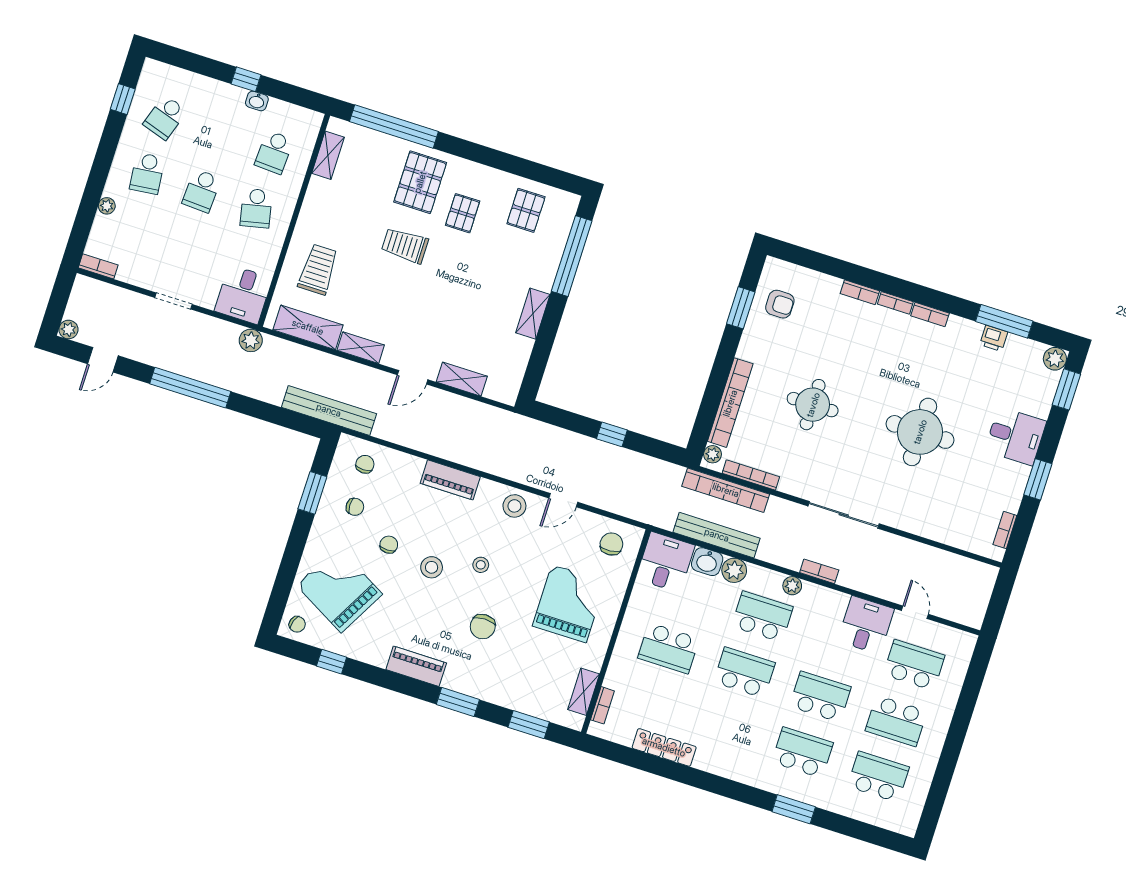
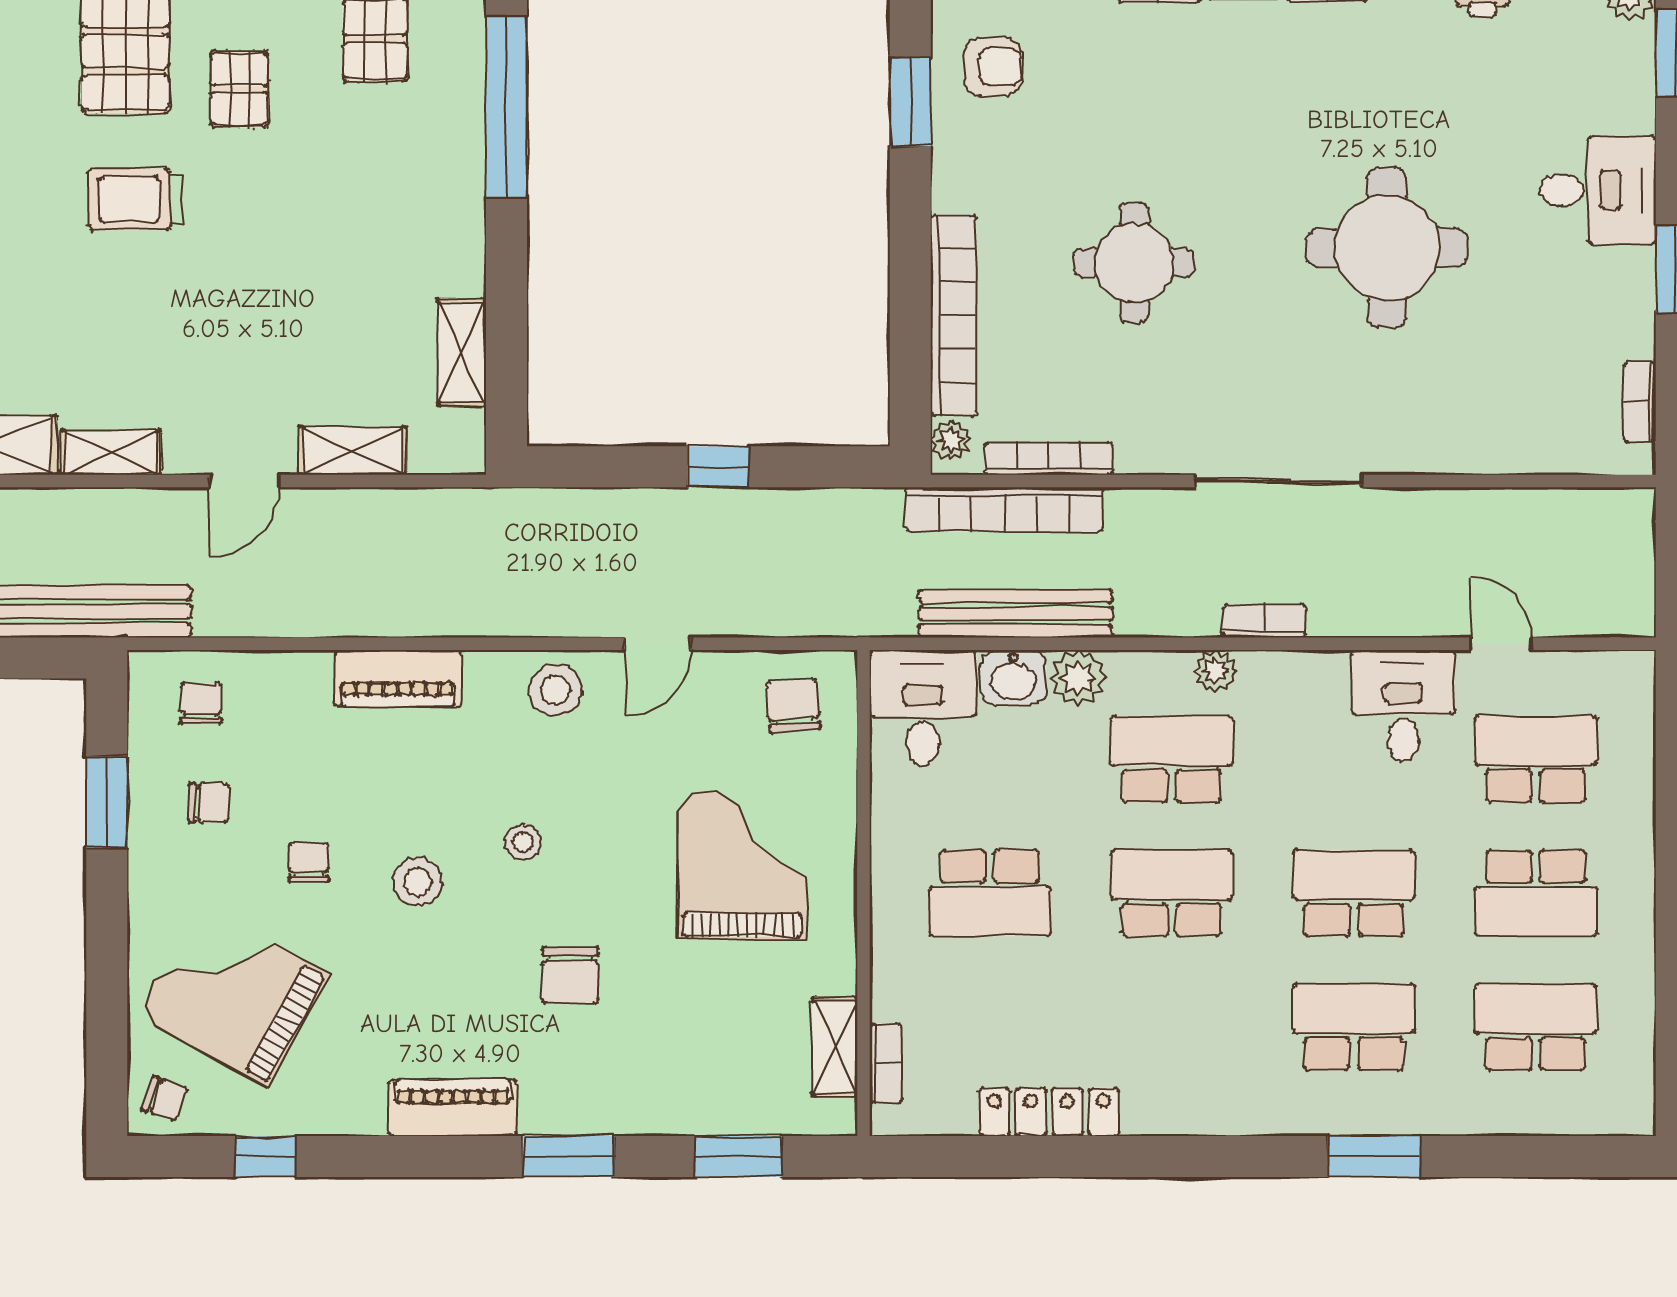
shelving: (533, 314) -> (462, 352), moved

